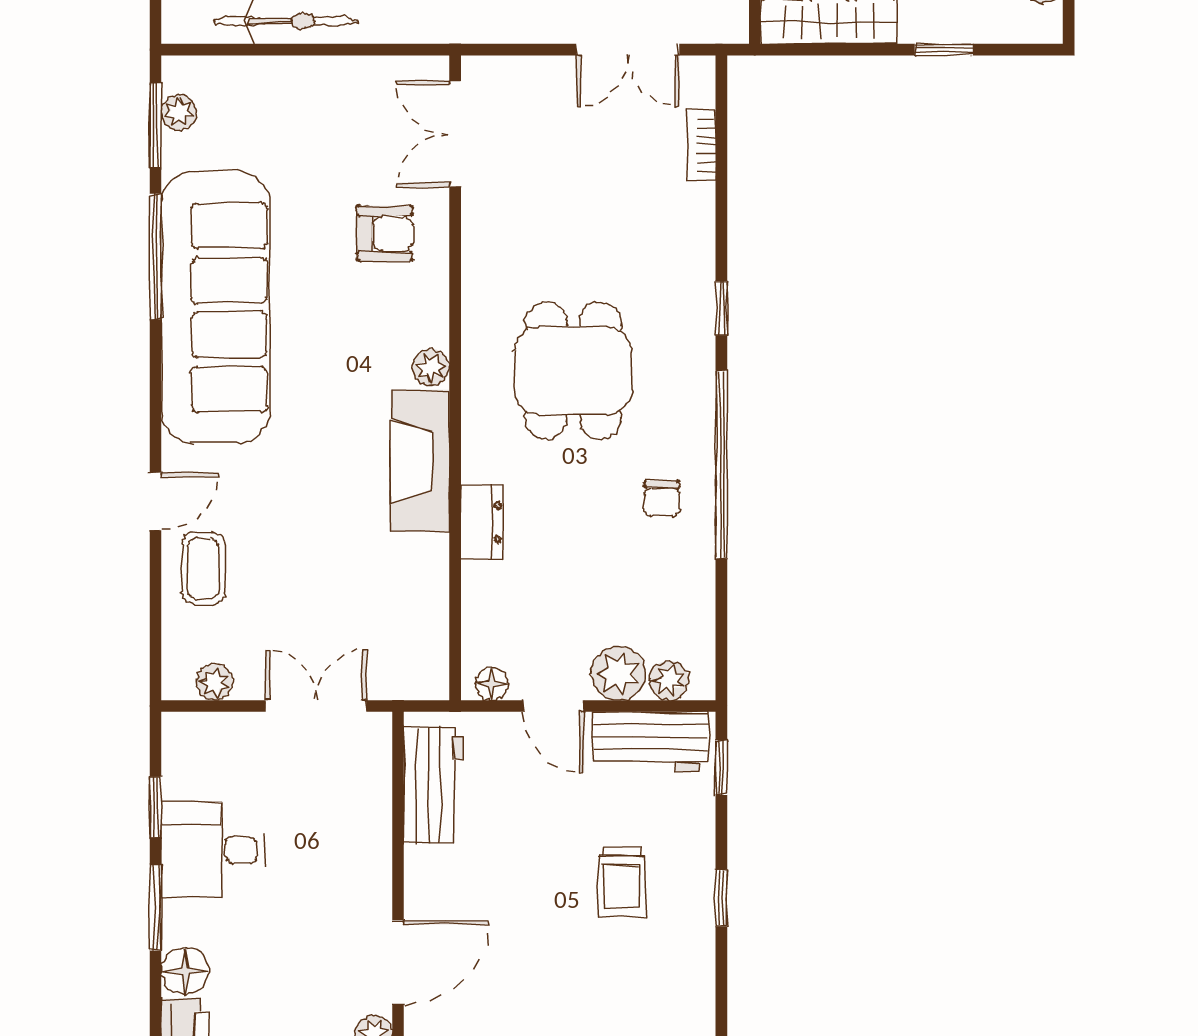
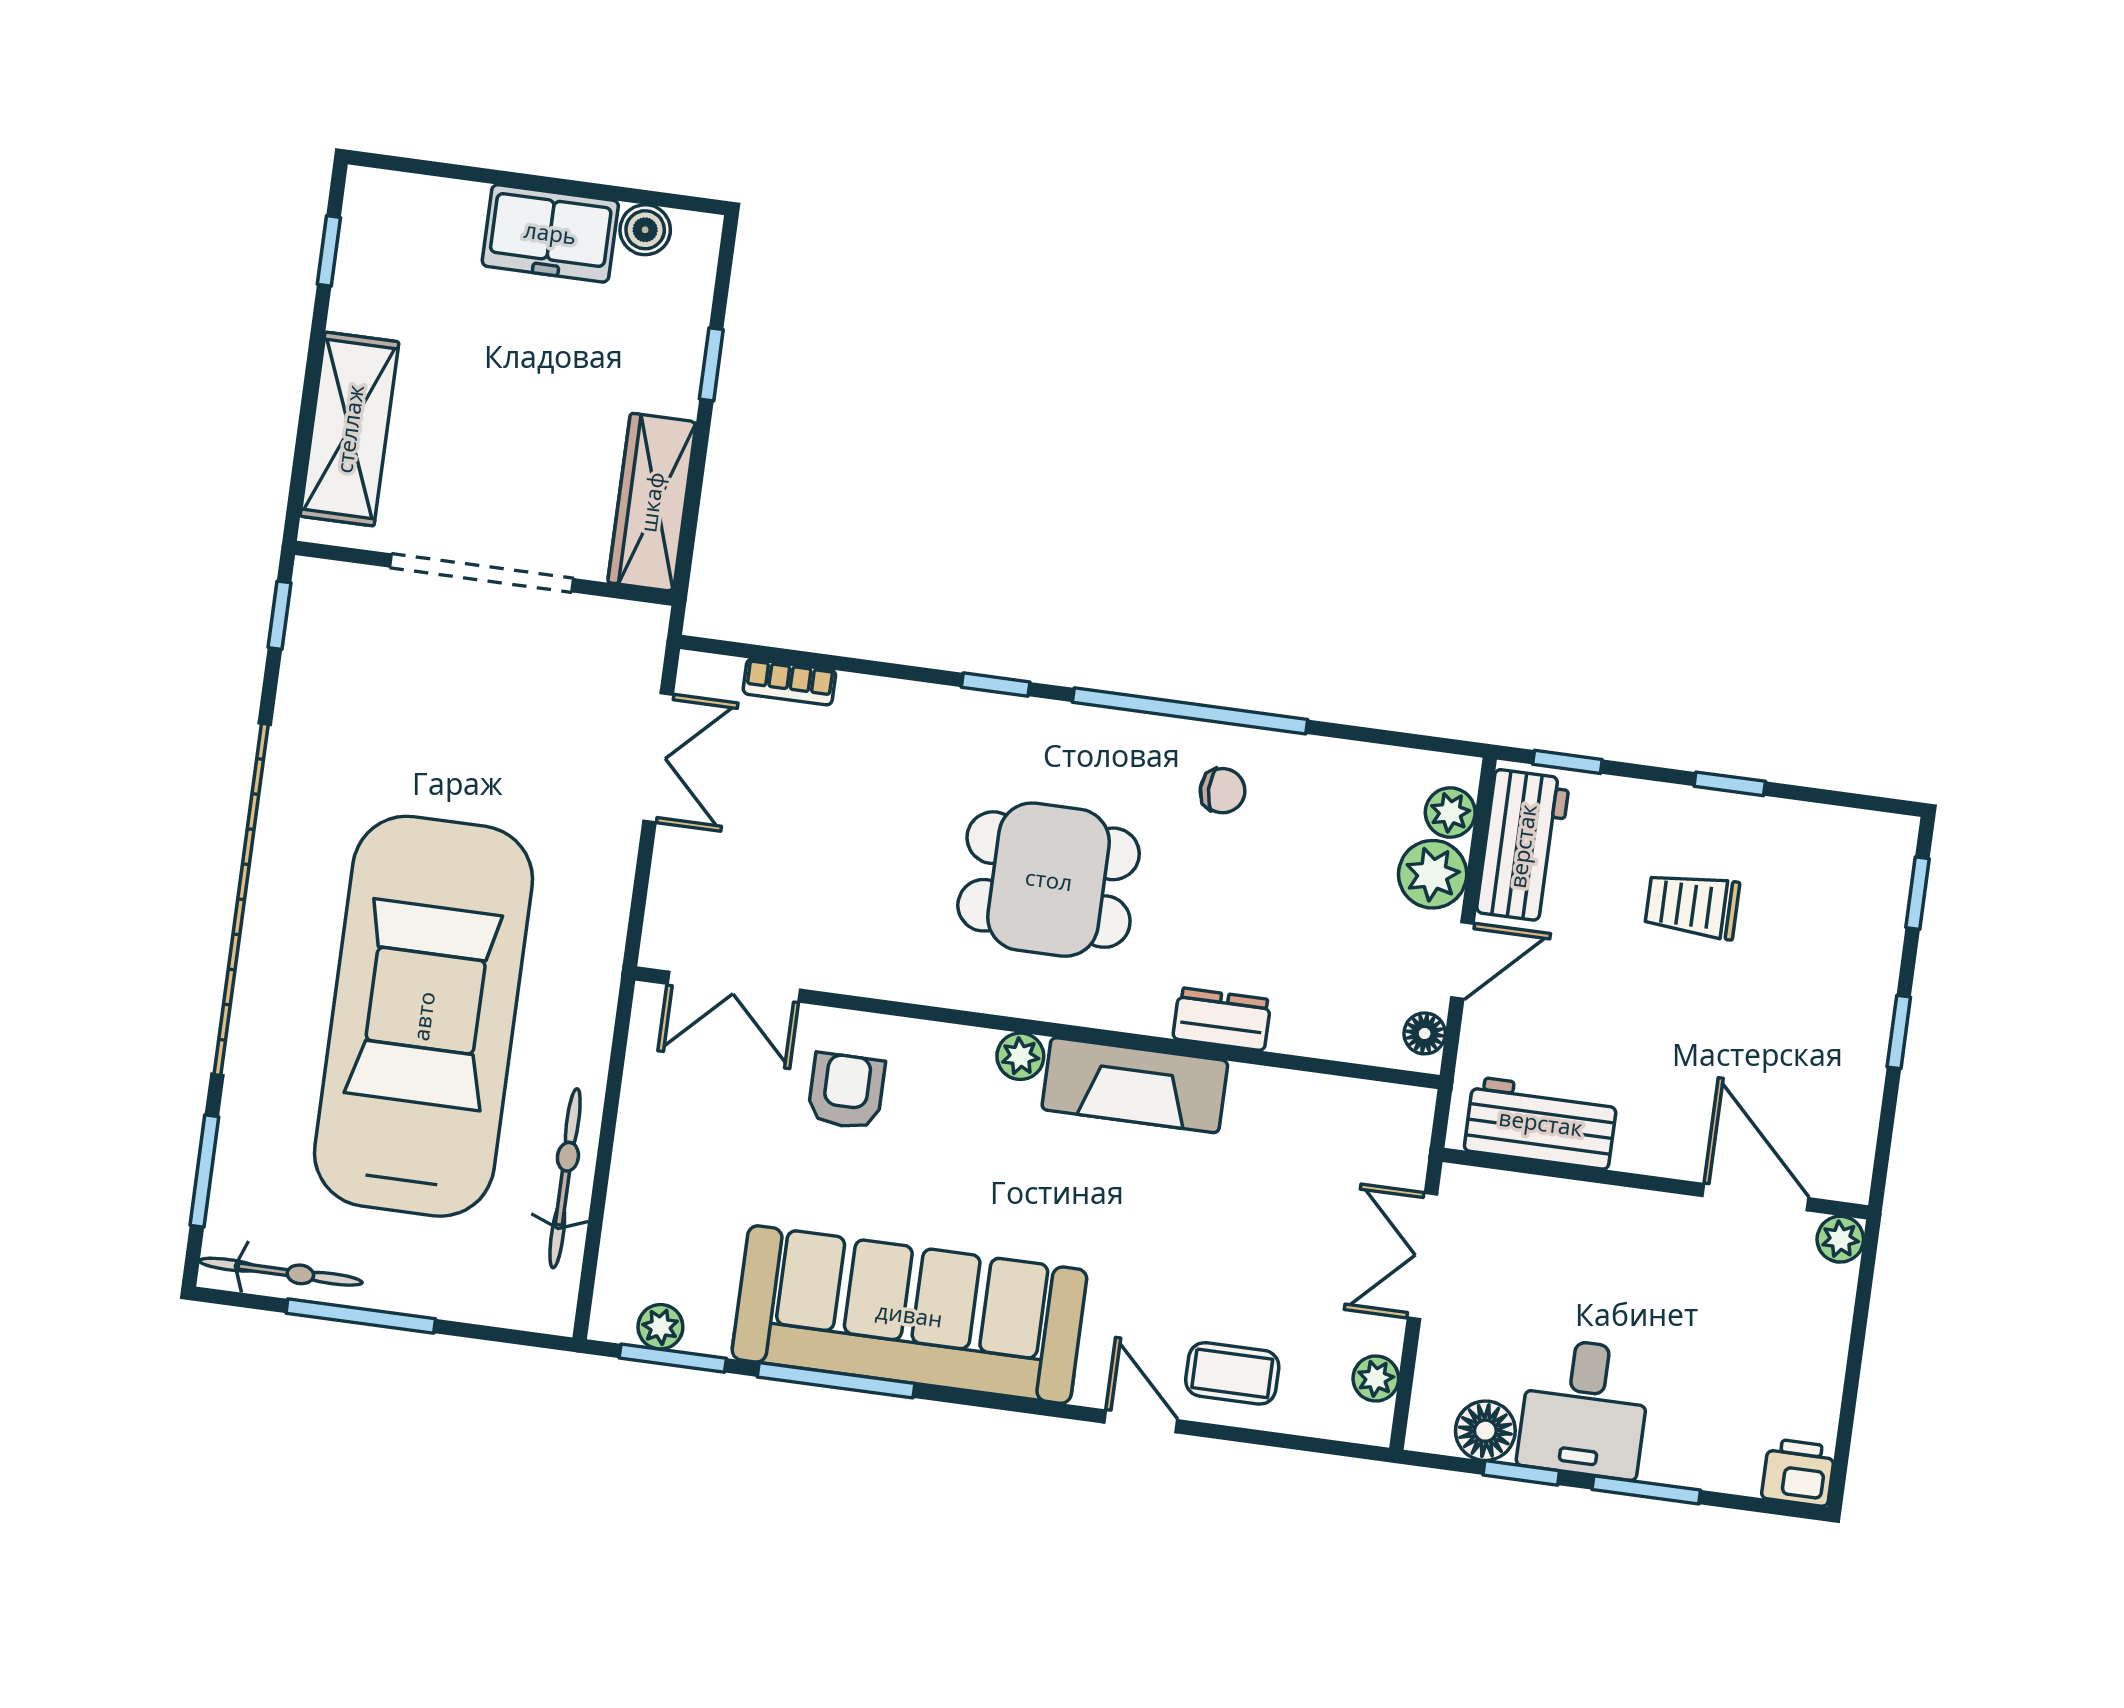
trolley: (621, 881) -> (1692, 905), turned 180
floor lamp: (185, 971) -> (1485, 1431), moved

